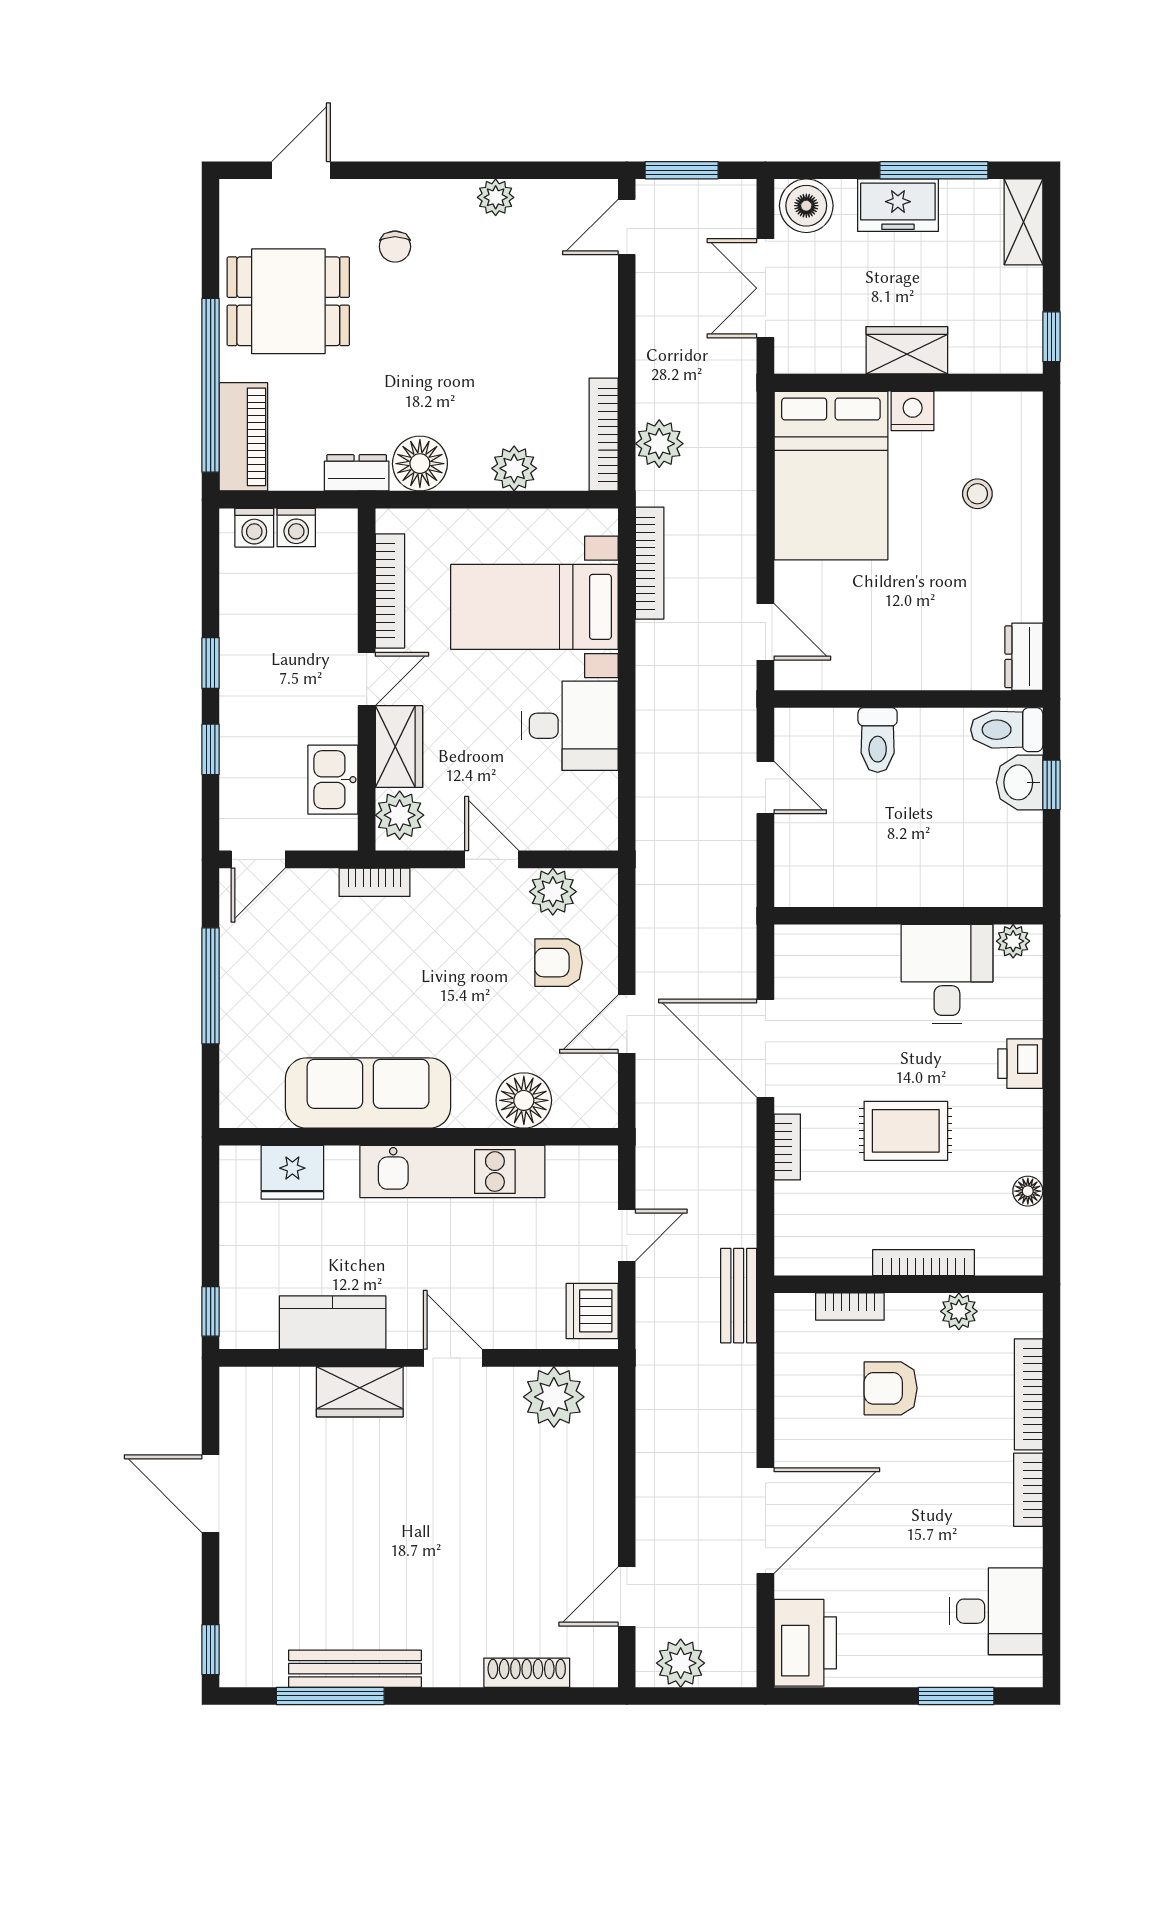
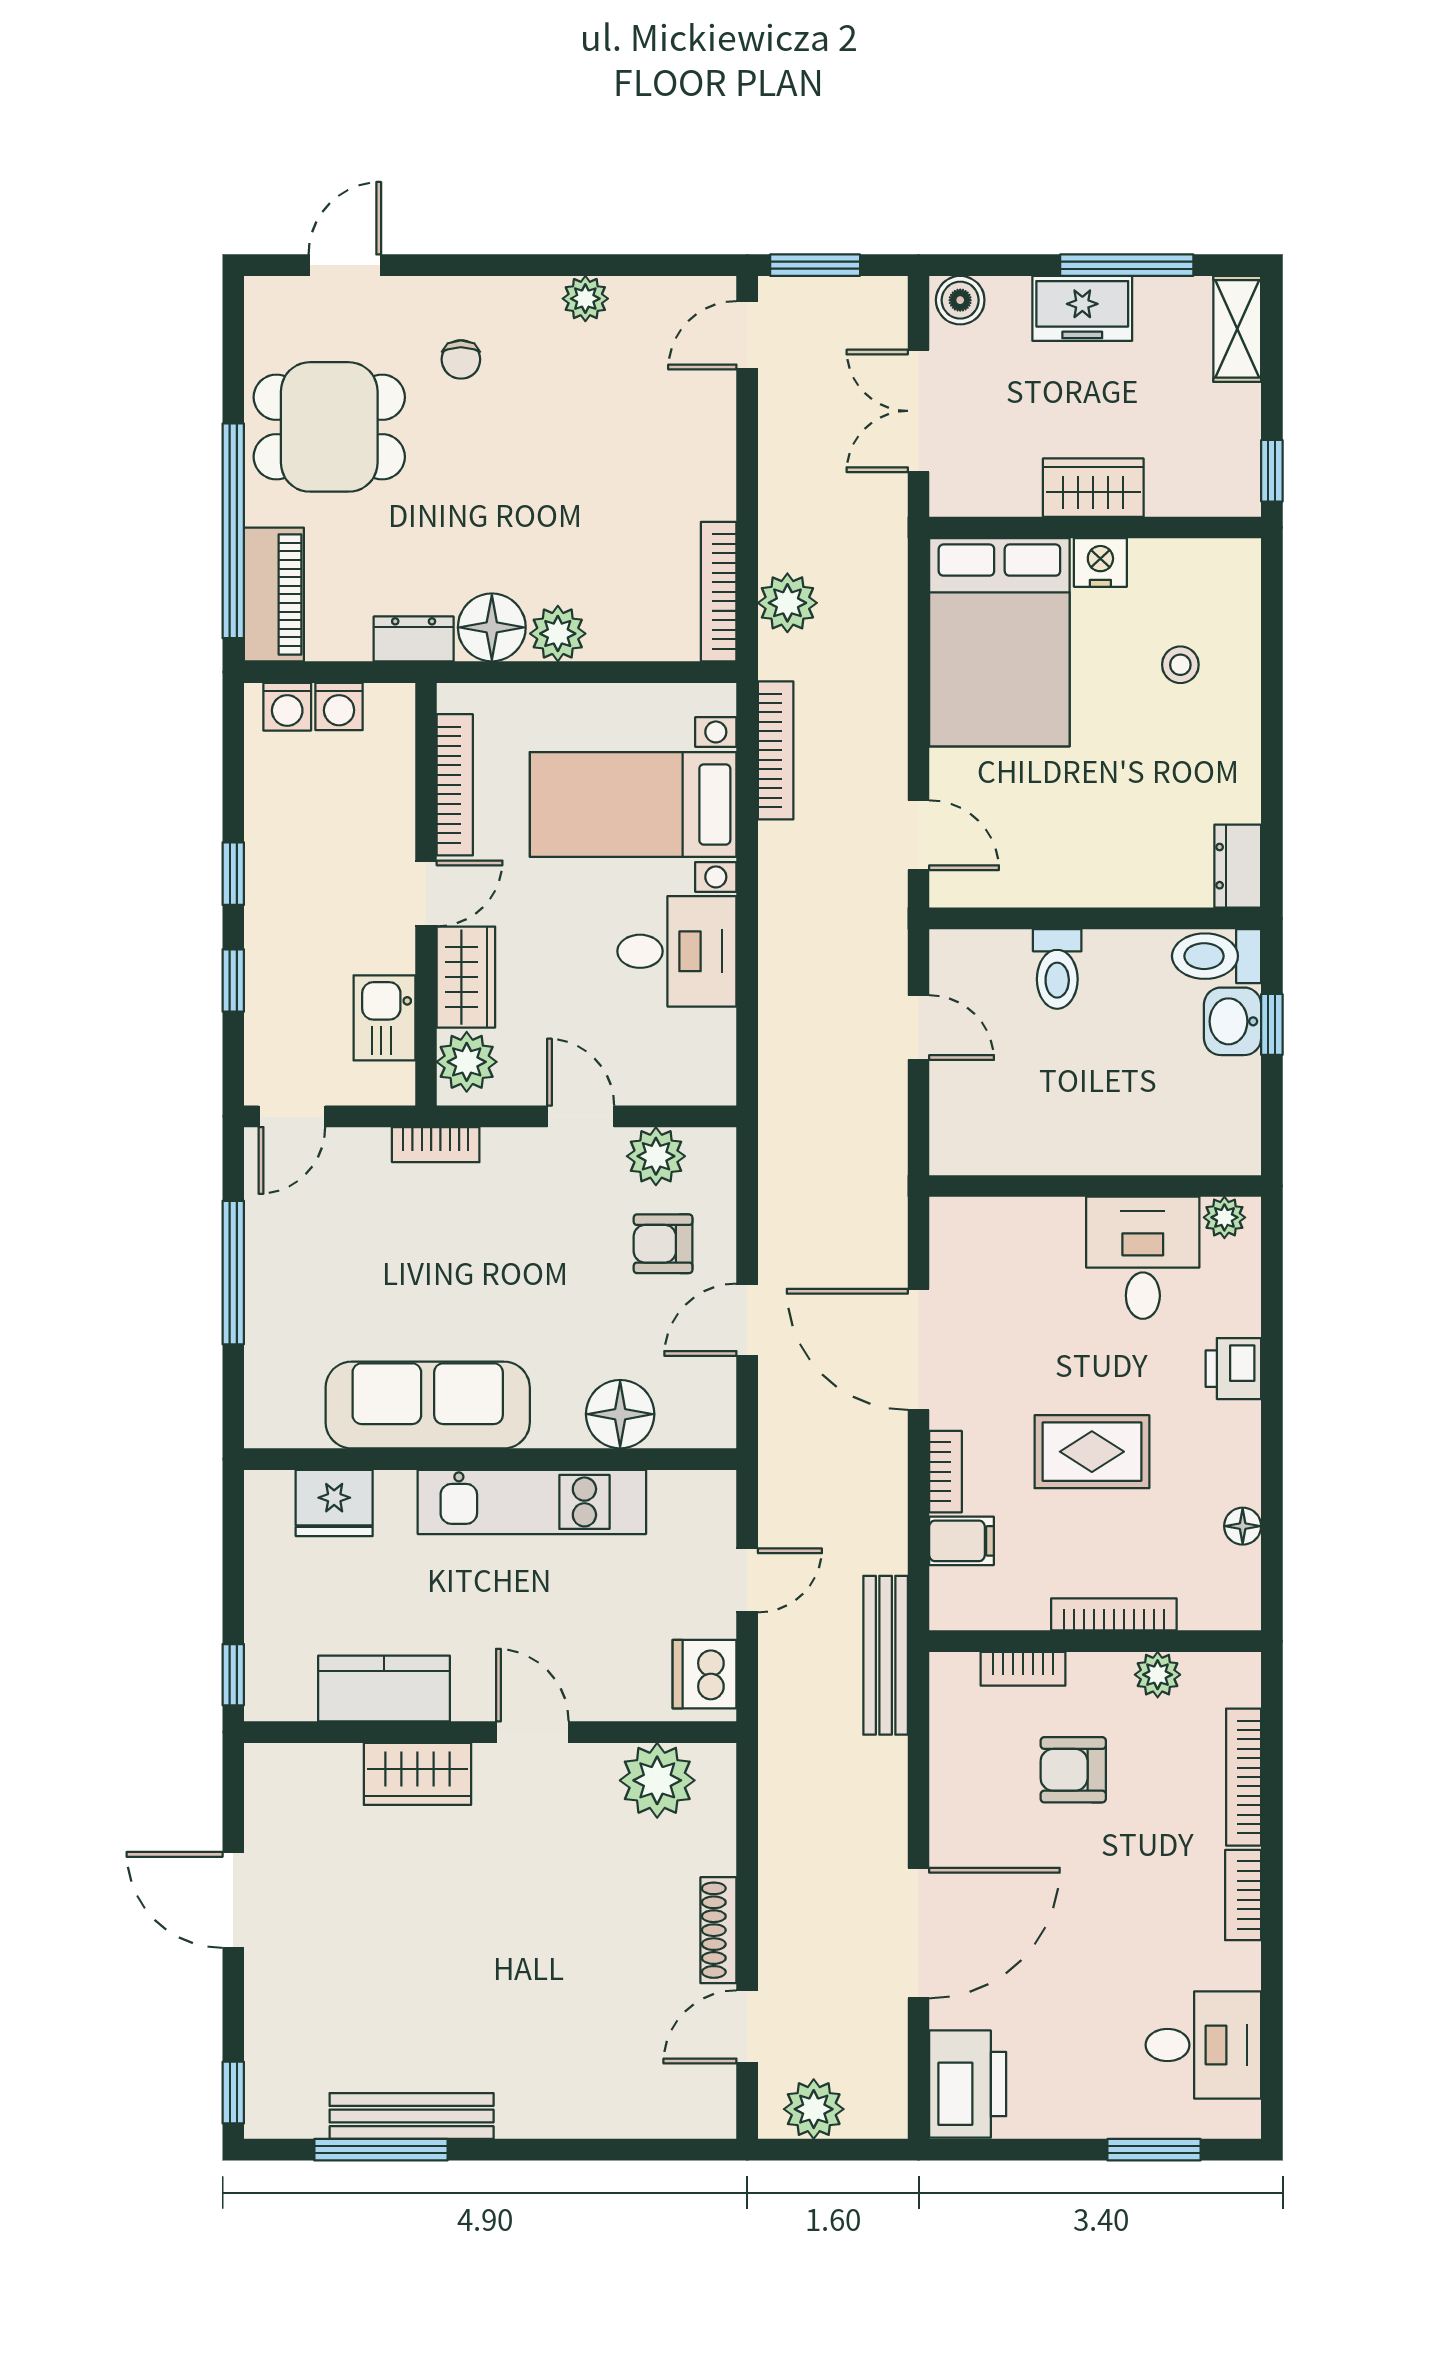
boiler: (806, 206) -> (960, 300), width x0.73, depth x0.73
plant: (514, 468) -> (558, 634), moved
filing cabinet: (800, 1203) -> (962, 1541), added
bench: (739, 1296) -> (886, 1655), width x1.36
shoe rack: (527, 1673) -> (718, 1930), moved, turned -90

